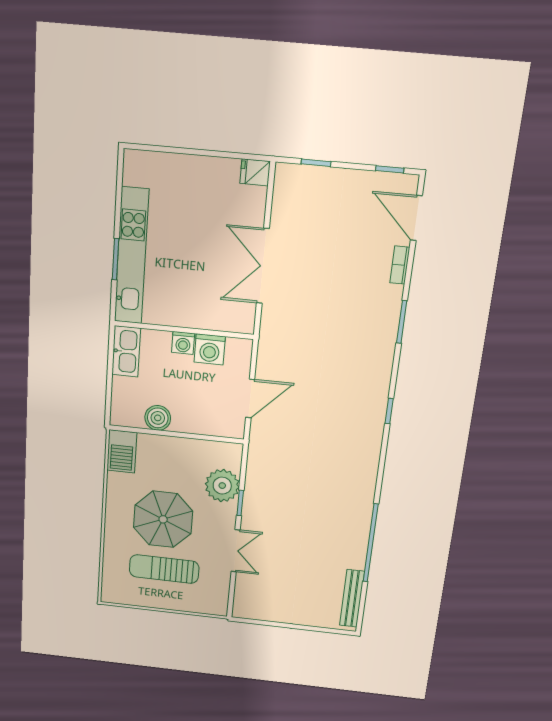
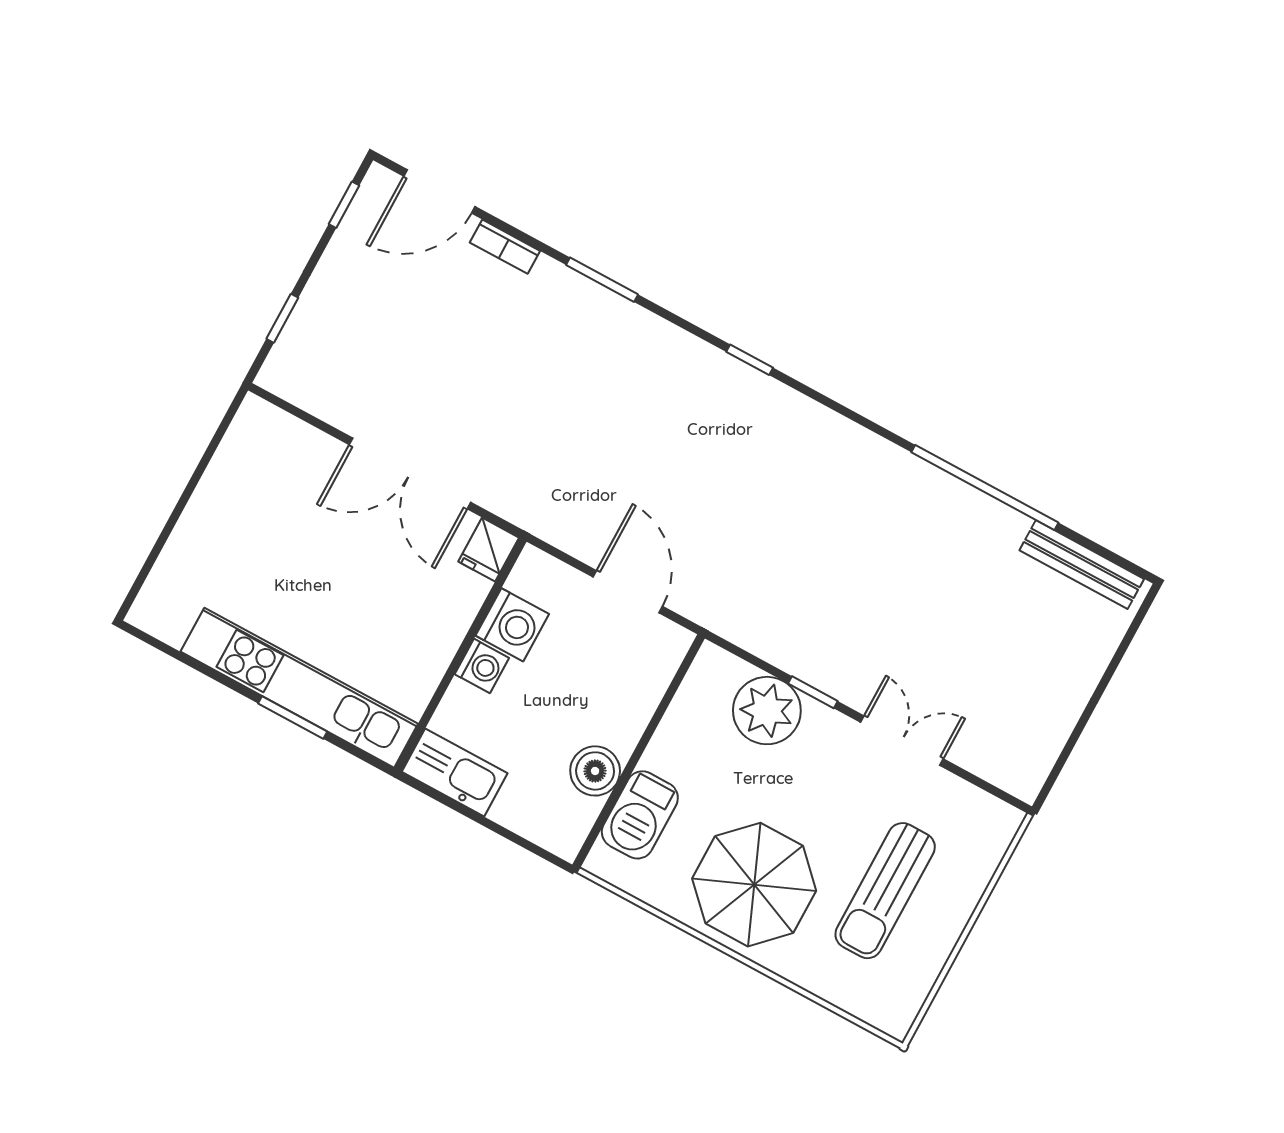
fridge: (255, 172) -> (489, 550), moved
barbecue: (122, 451) -> (640, 815), moved, turned 90
parasol: (163, 519) -> (754, 885), moved

